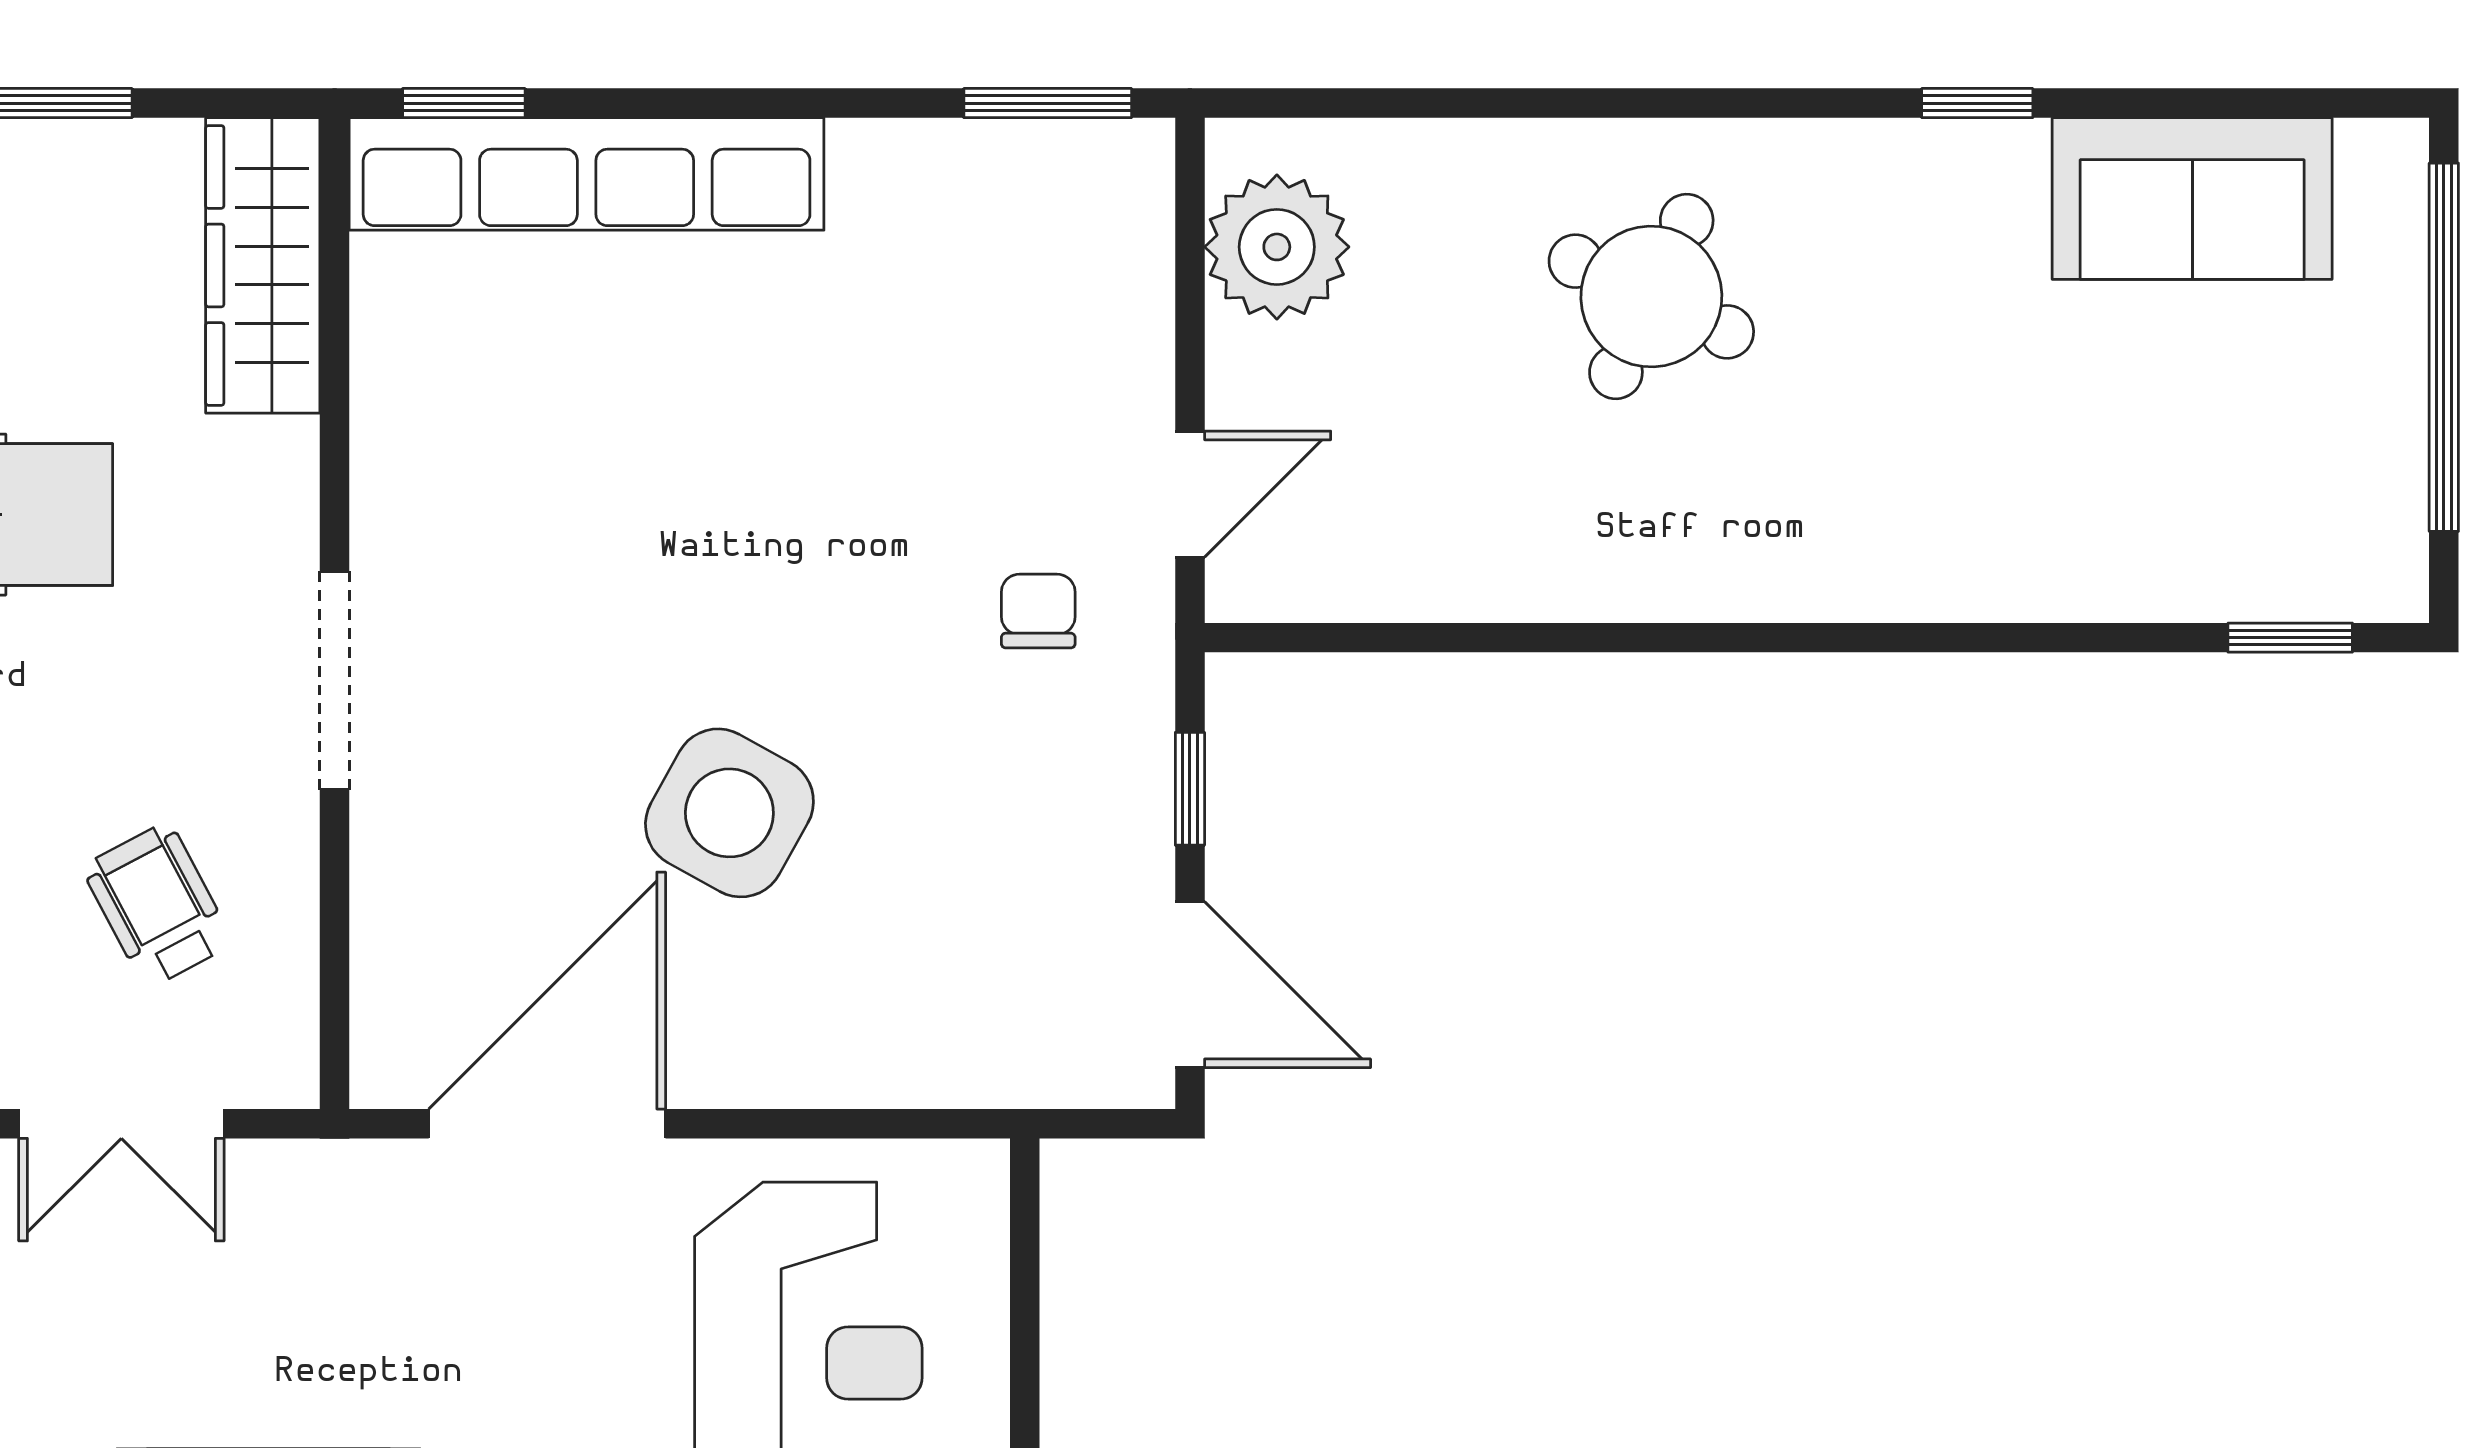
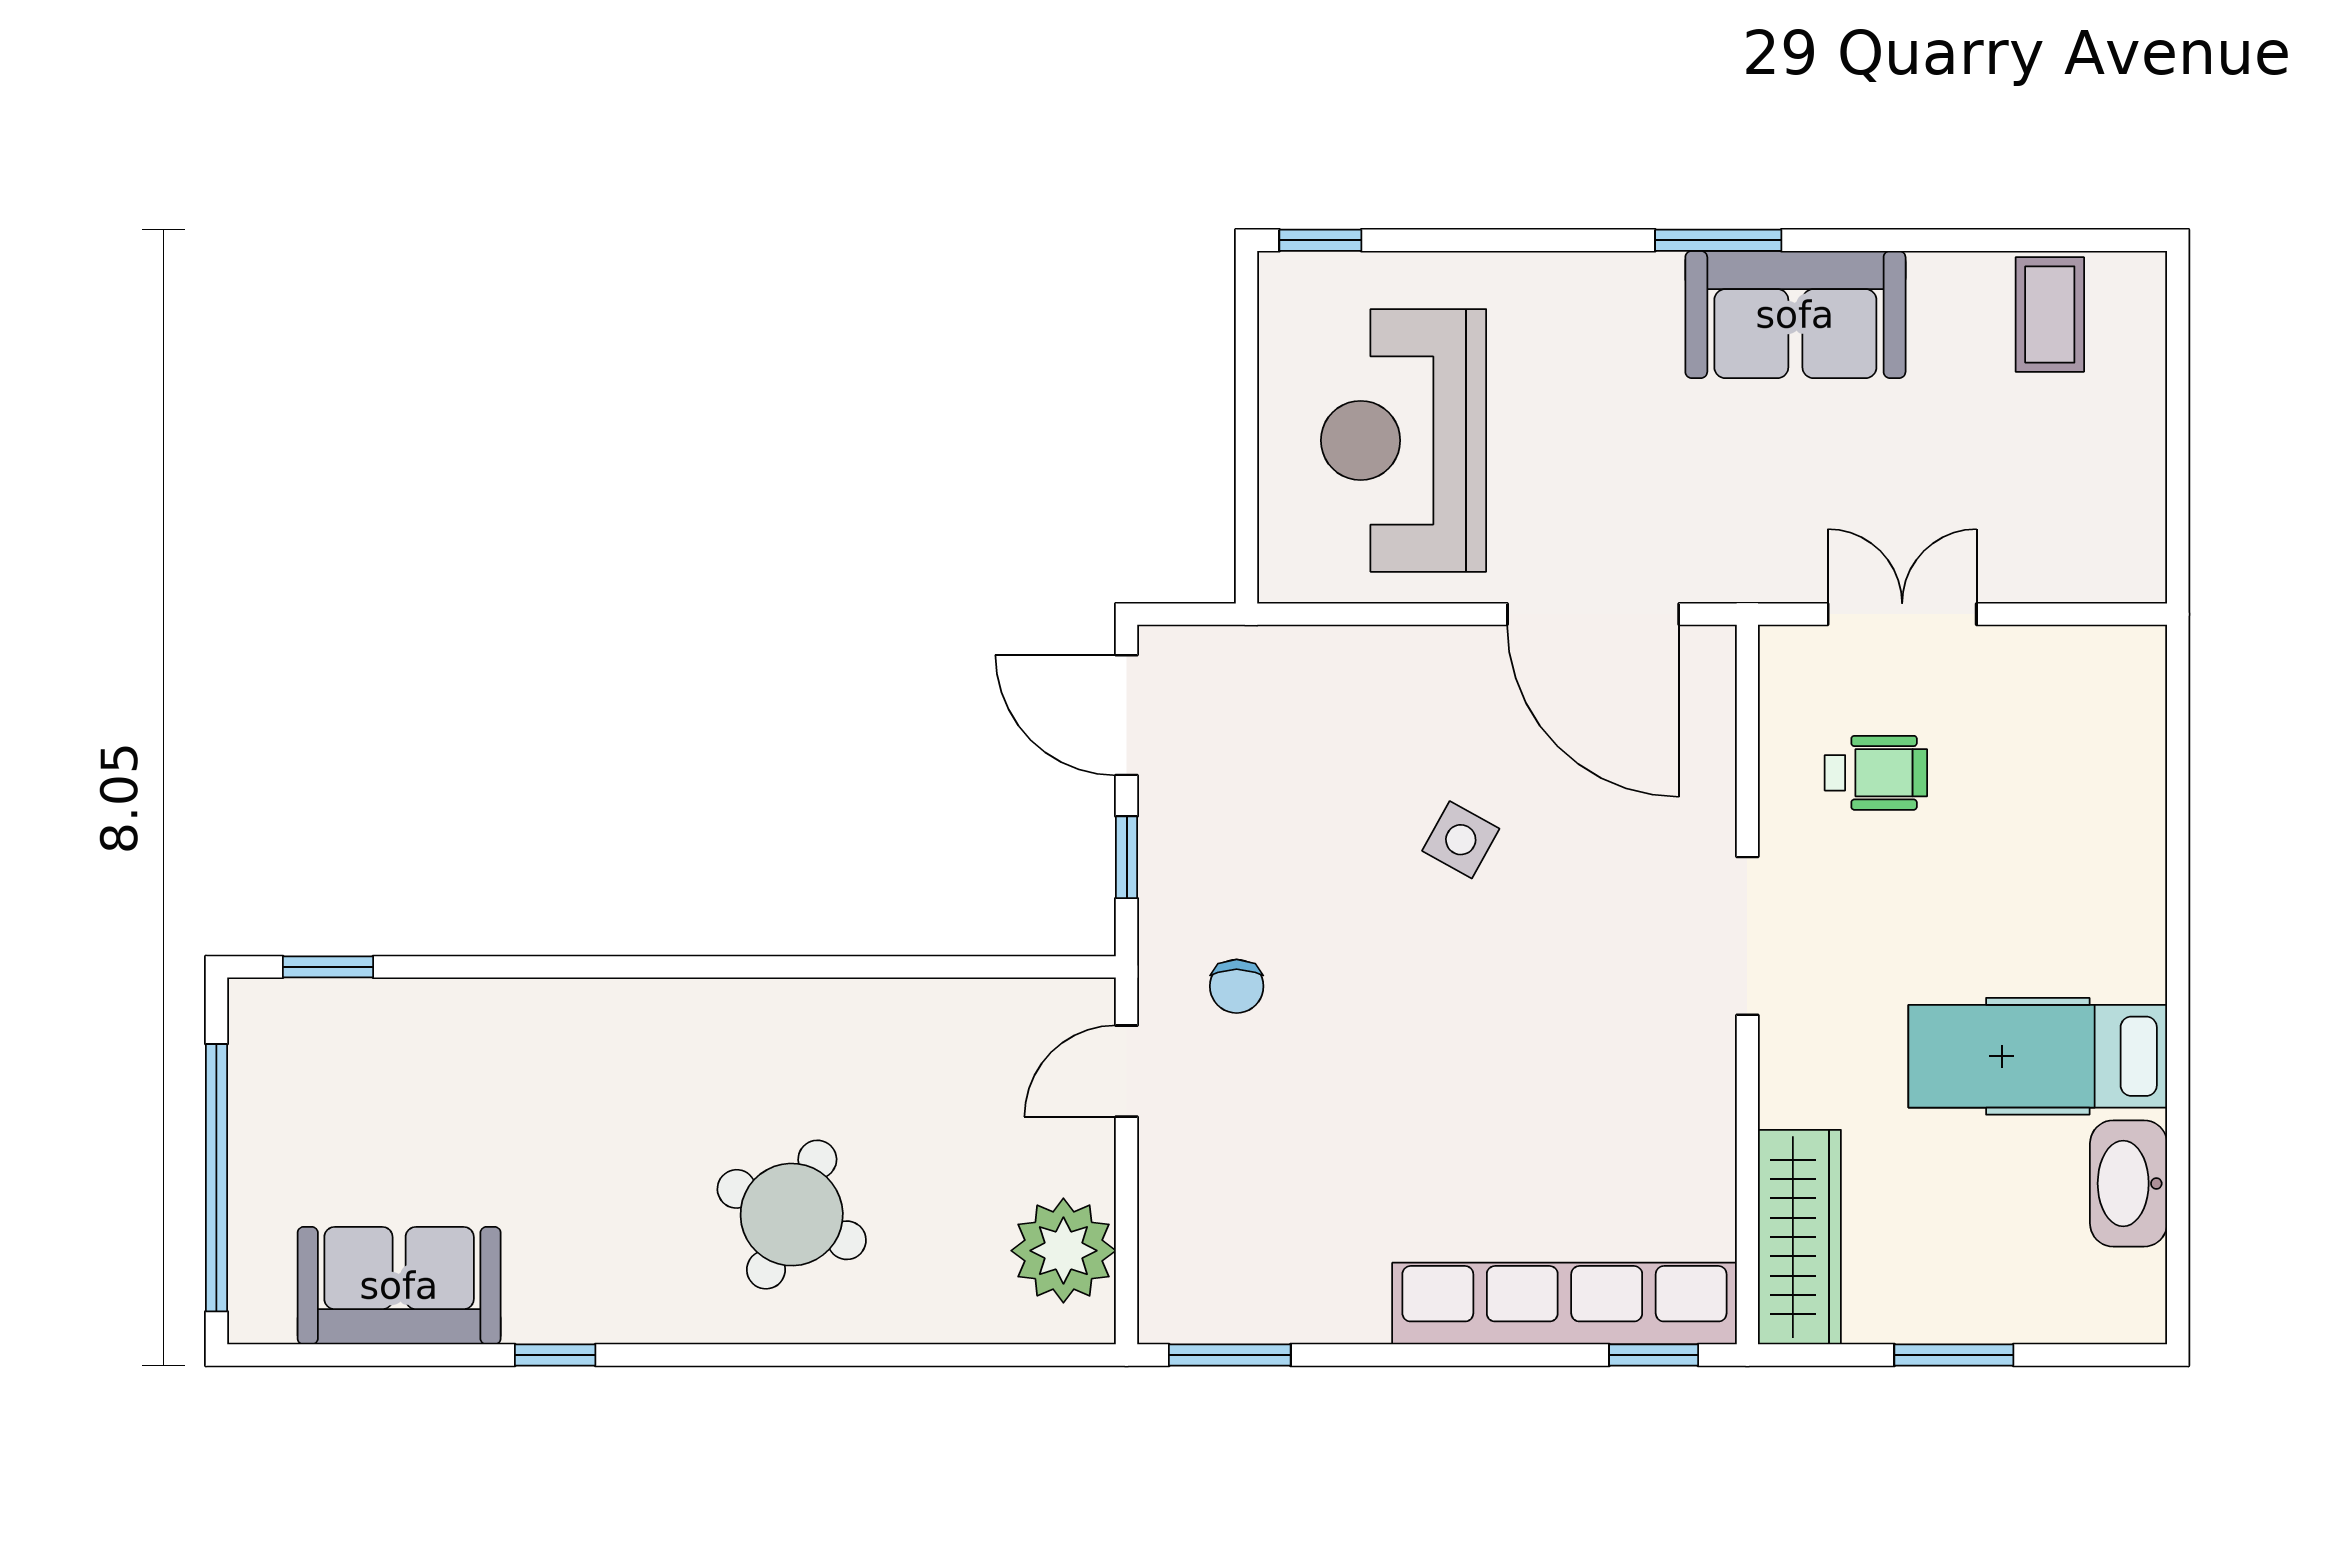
side table: (729, 813) -> (1461, 840), width x0.54, depth x0.54
wheelchair: (158, 905) -> (1876, 773), turned -62
door: (547, 1124) -> (1593, 614), hinge flipped

